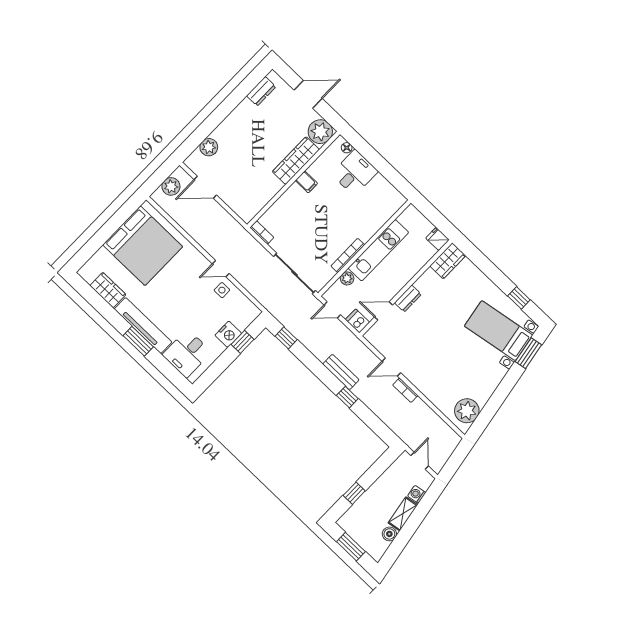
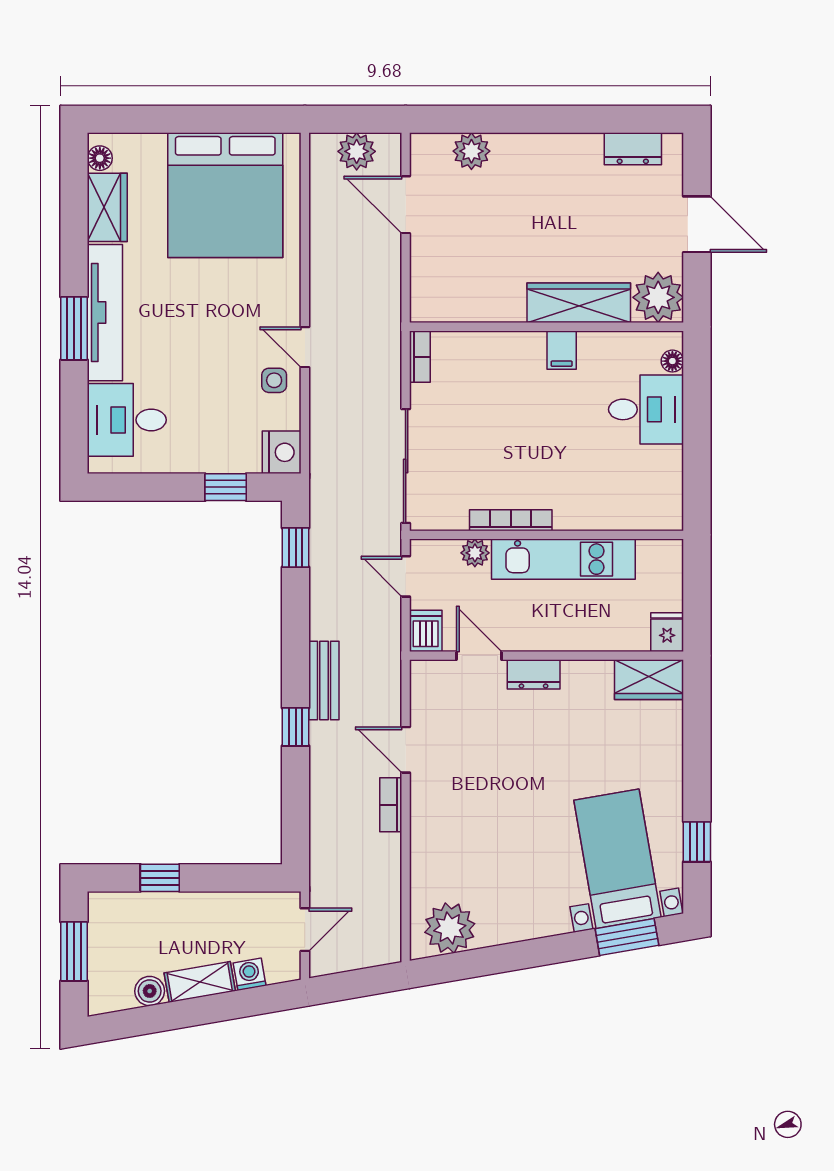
floor lamp: (89, 276) -> (100, 158), added
nightstand: (228, 334) -> (282, 452), moved, turned -90

